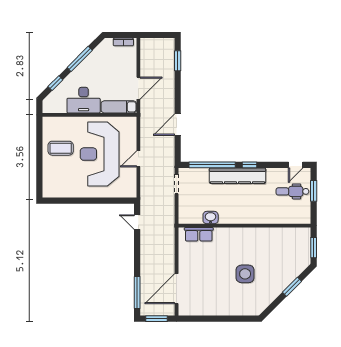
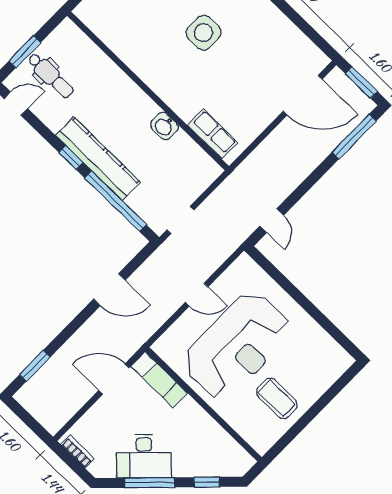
desk: (84, 100) -> (144, 456), moved, turned 135
washbasin: (211, 218) -> (164, 126), moved

